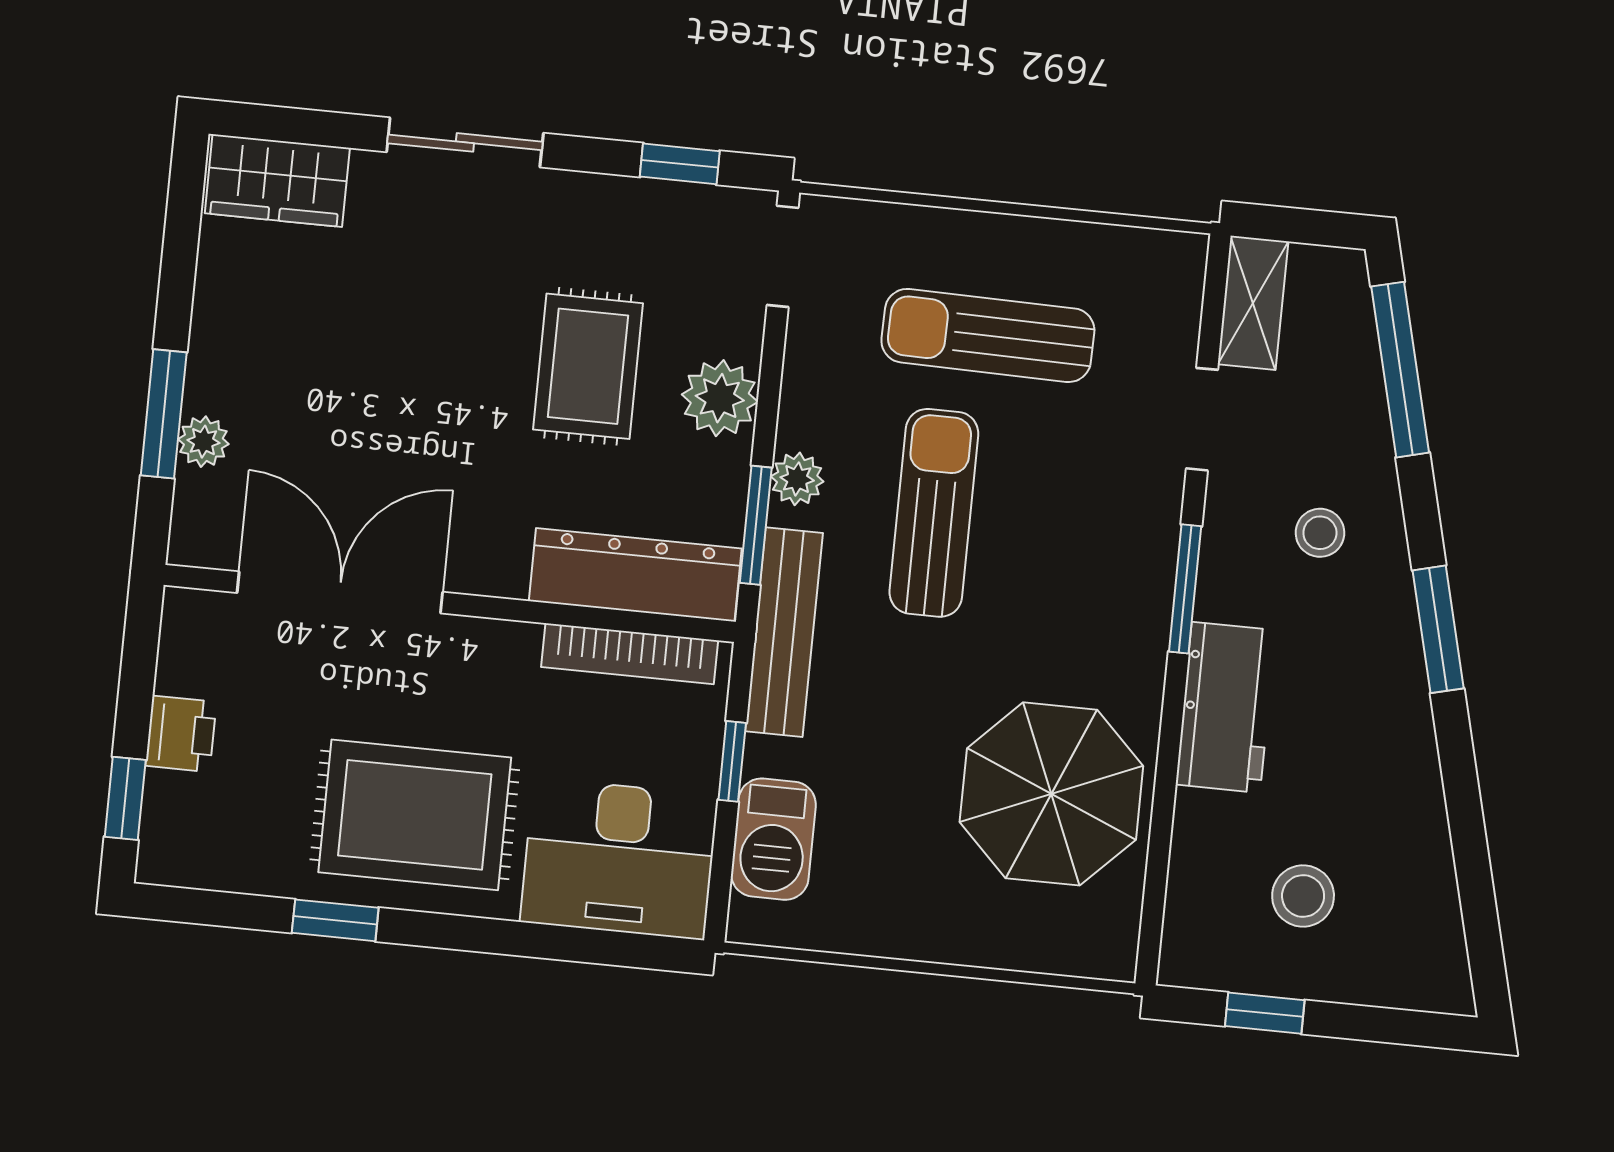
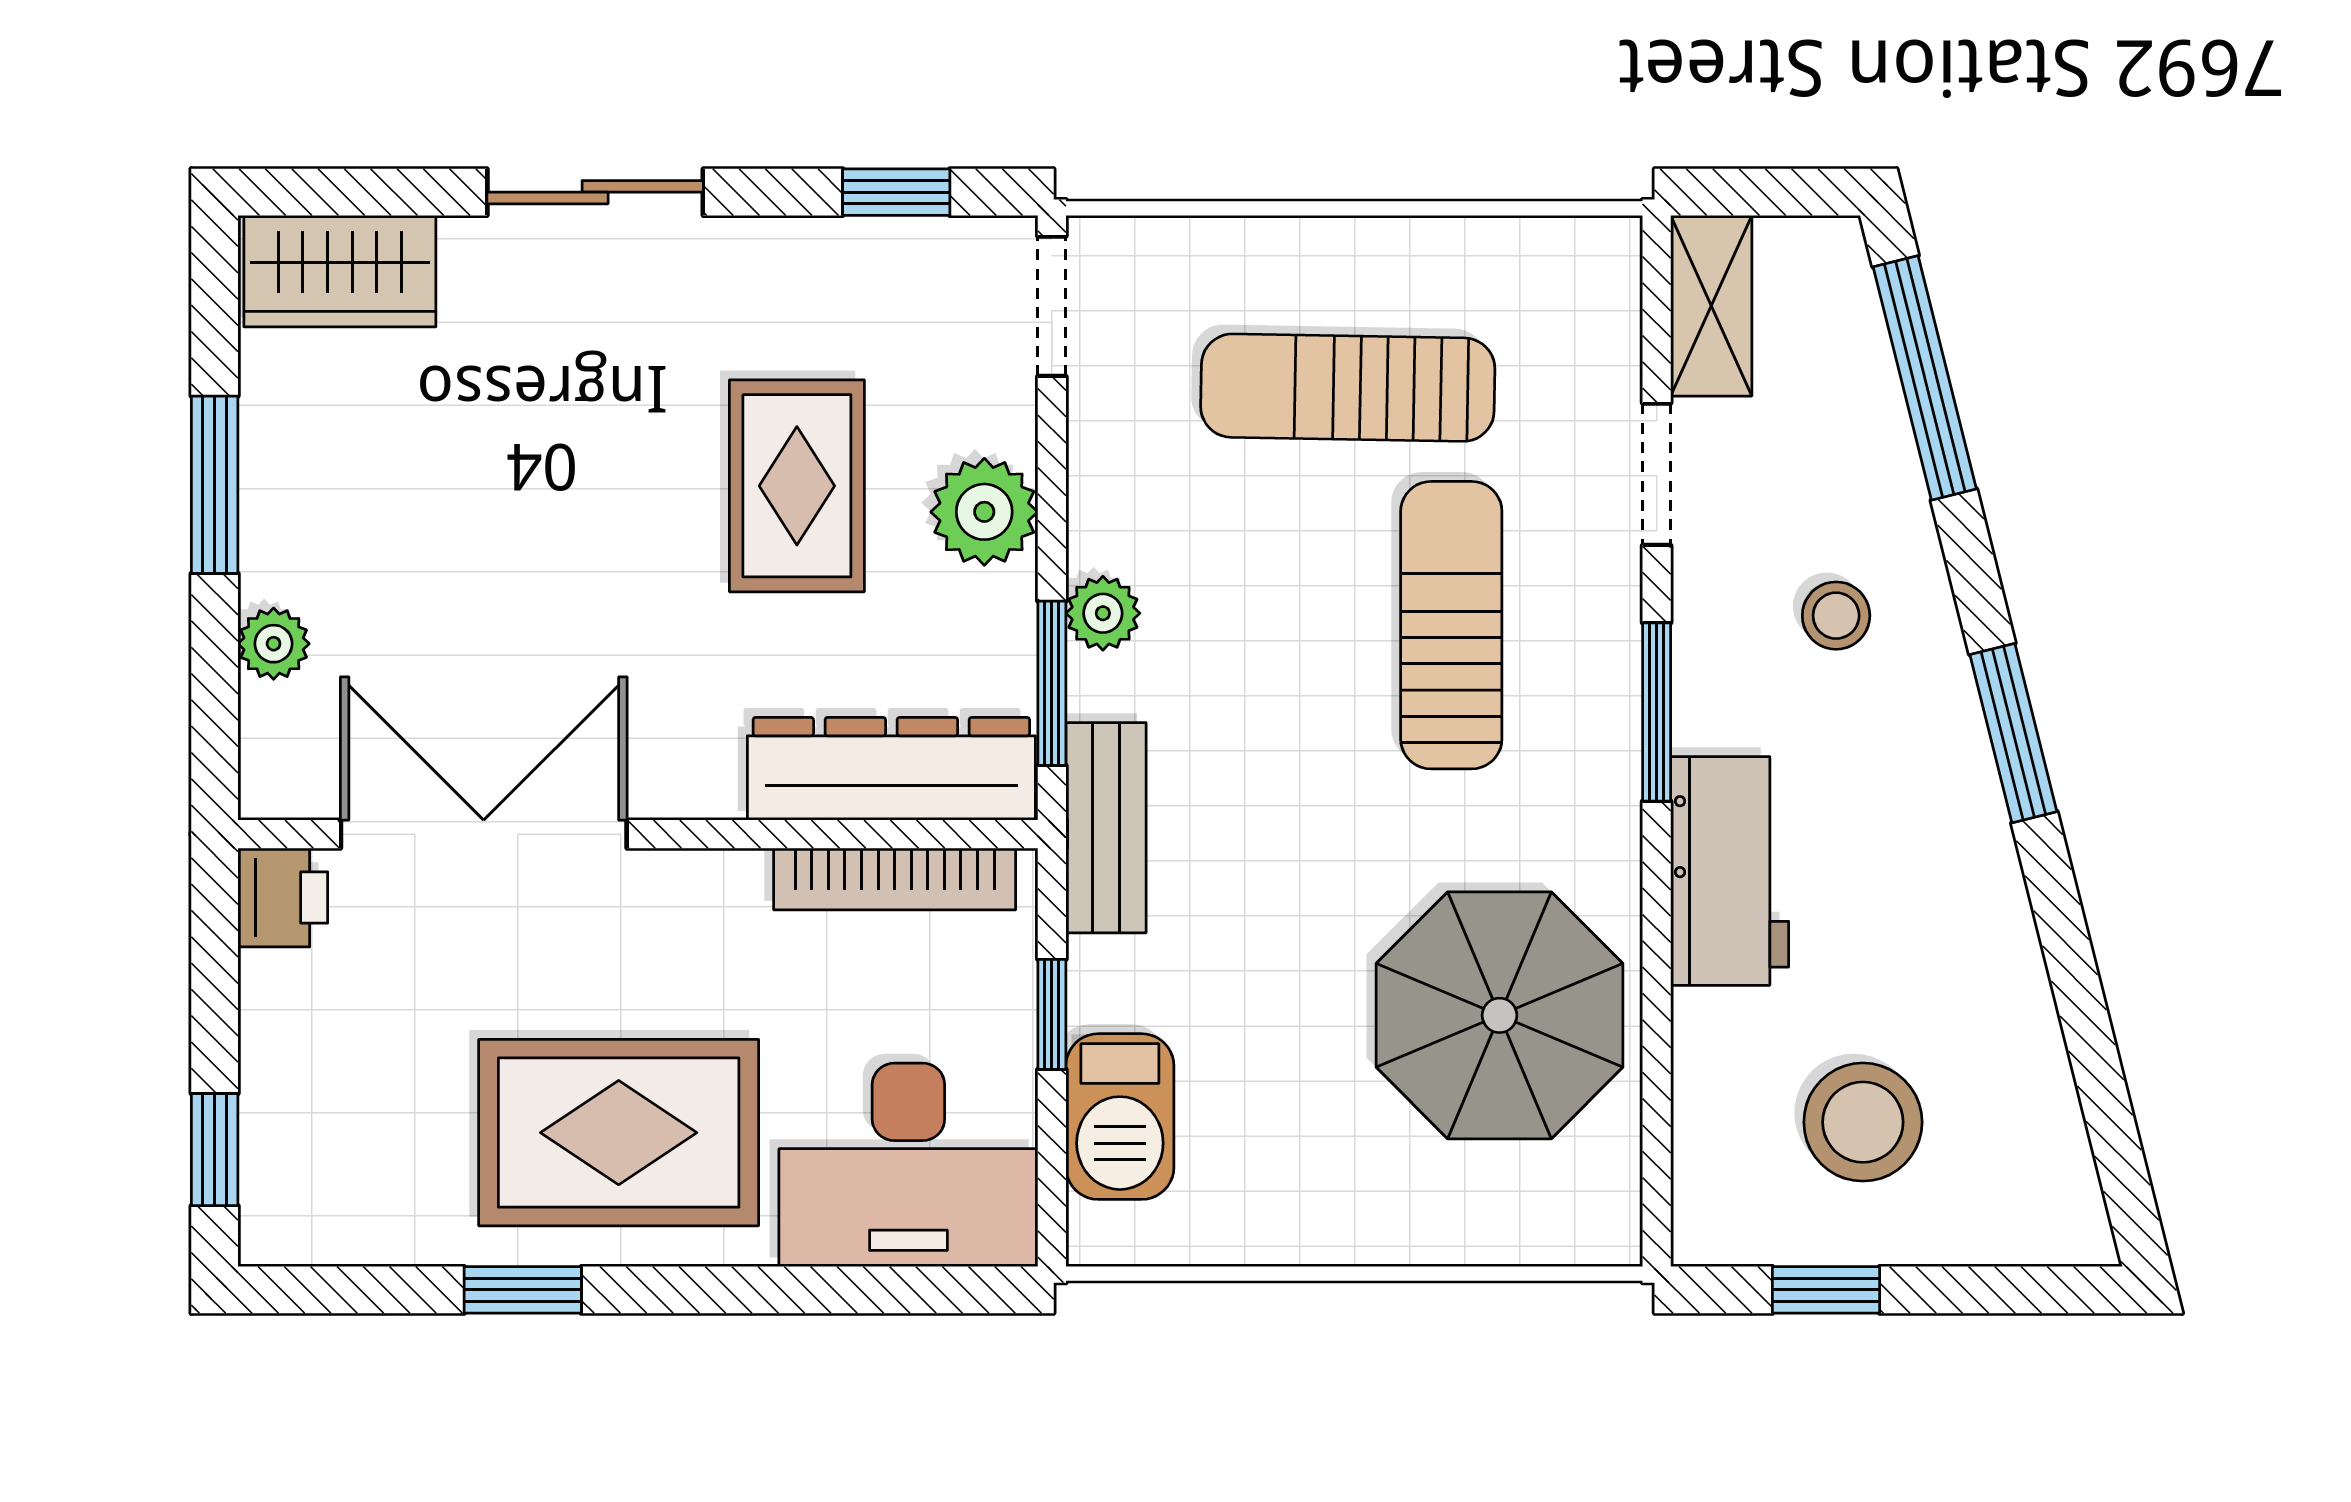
window: (164, 414) -> (215, 485), moved
sun lounger: (934, 513) -> (1451, 625), moved
bench: (784, 632) -> (1106, 828), width x0.73
printer: (181, 734) -> (283, 898), moved
stool: (1303, 896) -> (1863, 1122), width x1.38, depth x1.38

